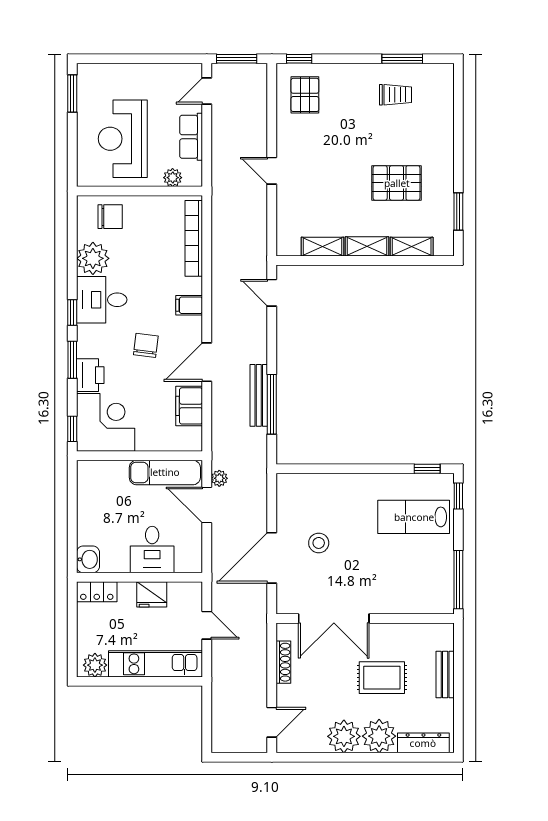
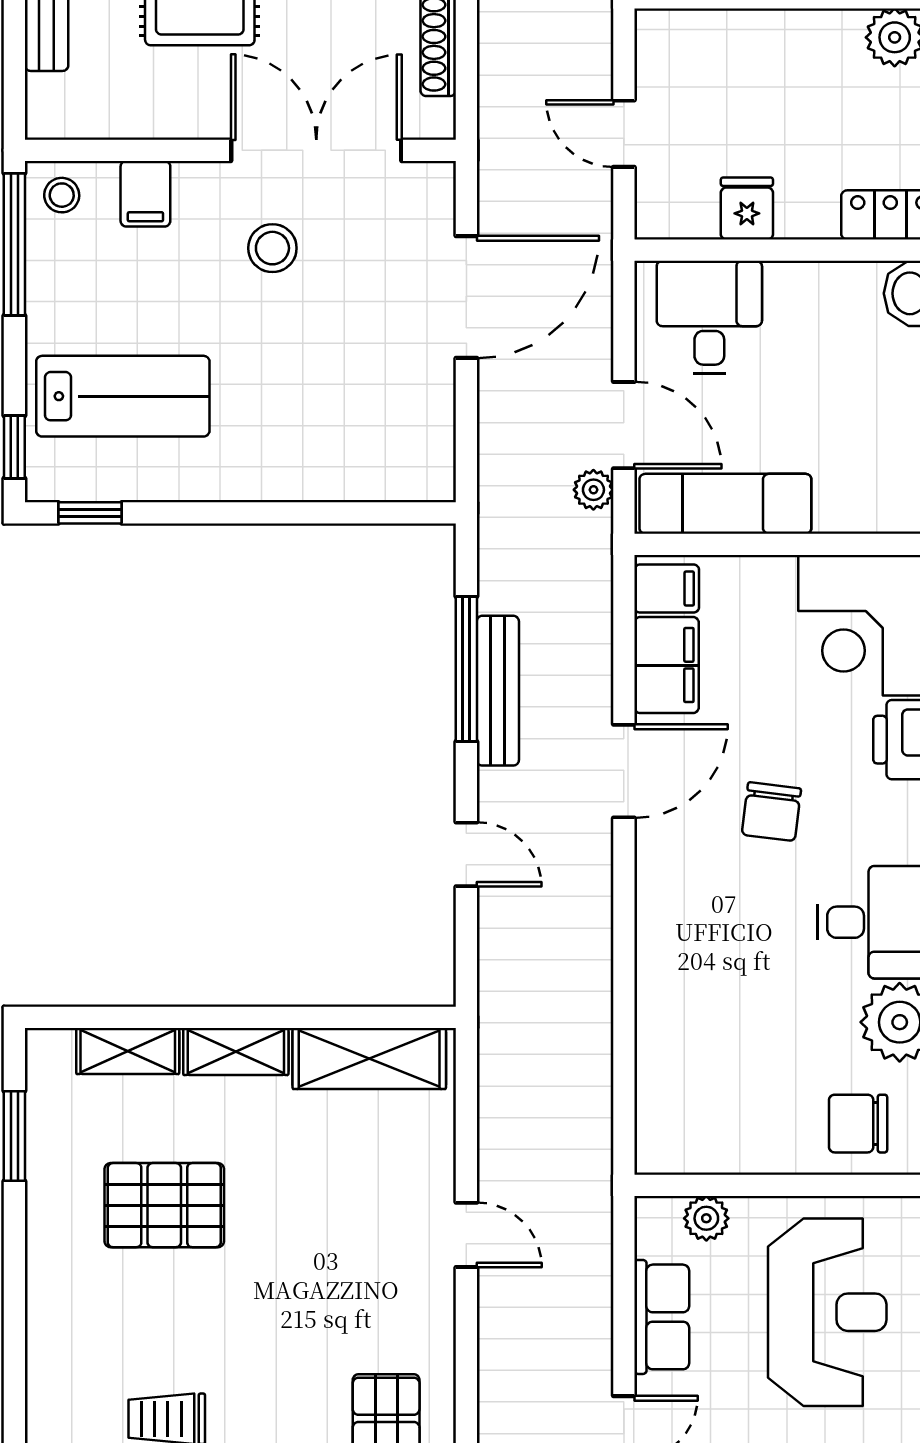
bookcase: (194, 238) -> (655, 1071), removed
shelving: (322, 247) -> (369, 1058), width x1.50, depth x1.33
door: (272, 293) -> (466, 854), moved
filing cabinet: (189, 305) -> (667, 589), moved
stool: (319, 543) -> (272, 248), moved
desk: (152, 550) -> (709, 317), moved
fridge: (152, 594) -> (747, 209), width x0.72
stool: (439, 600) -> (62, 195), added
filing cabinet: (404, 601) -> (145, 194), added
kitchen unit: (156, 664) -> (748, 40), removed

